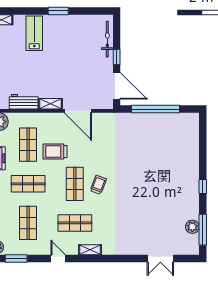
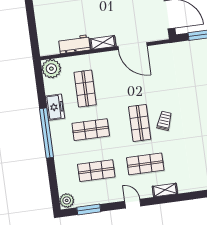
trolley: (55, 152) -> (114, 92), removed
shop shelf: (28, 223) -> (96, 171), turned 90

